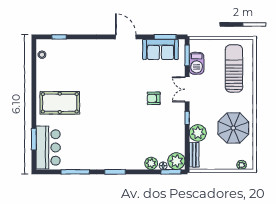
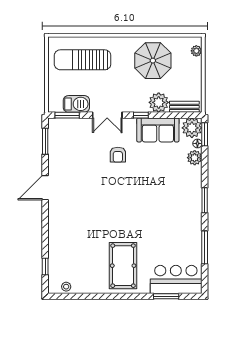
sofa: (160, 49) -> (158, 130), moved, turned 90

